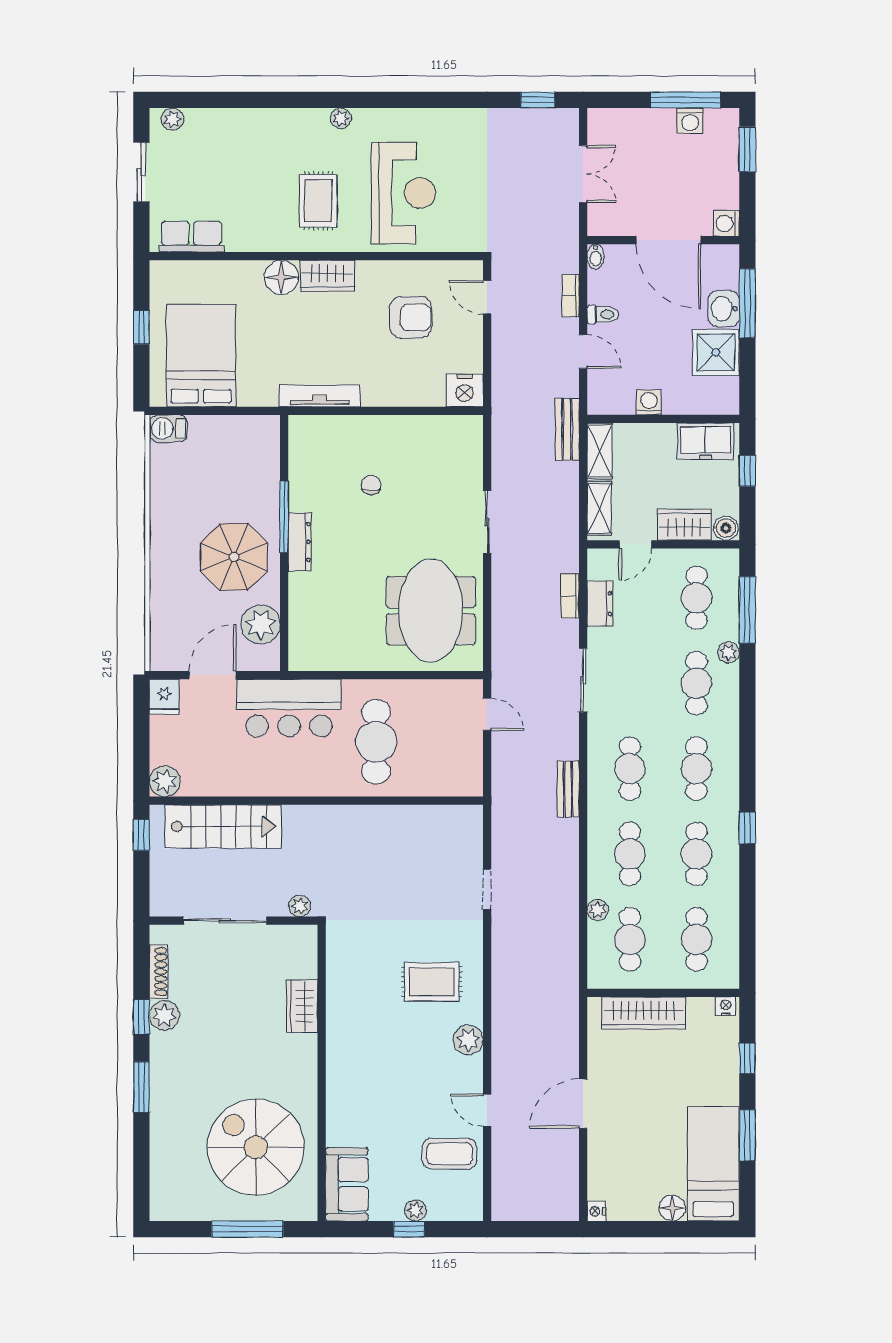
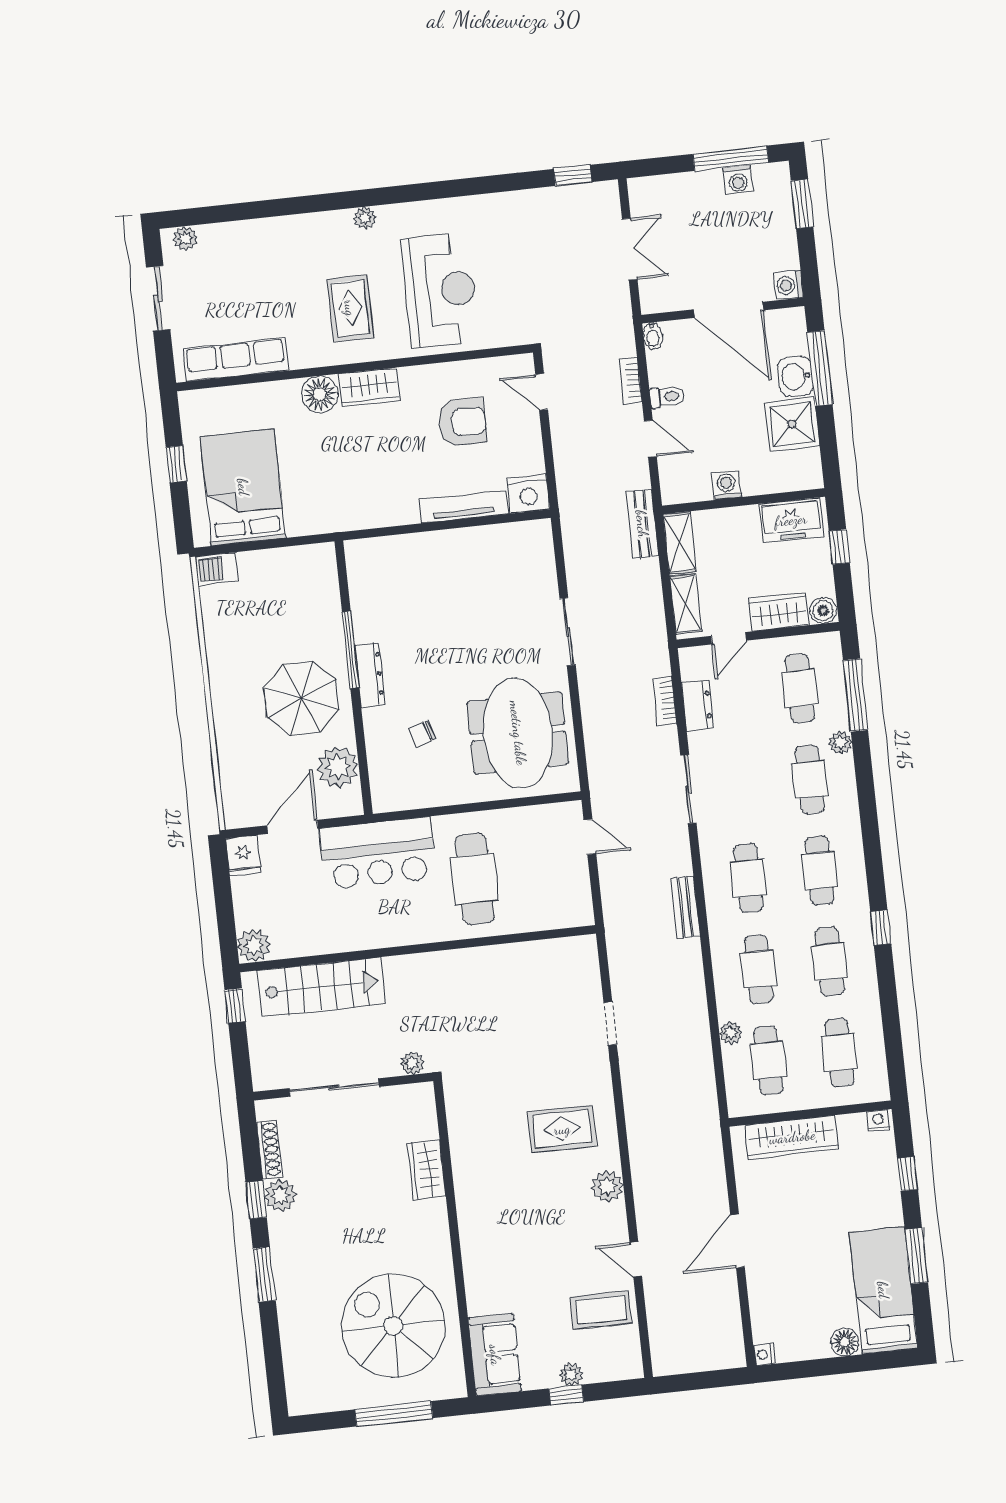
row of seats: (191, 237) -> (236, 360), width x1.48
tv unit: (320, 396) -> (464, 507), moved
chair: (371, 485) -> (422, 734), moved, turned -107

